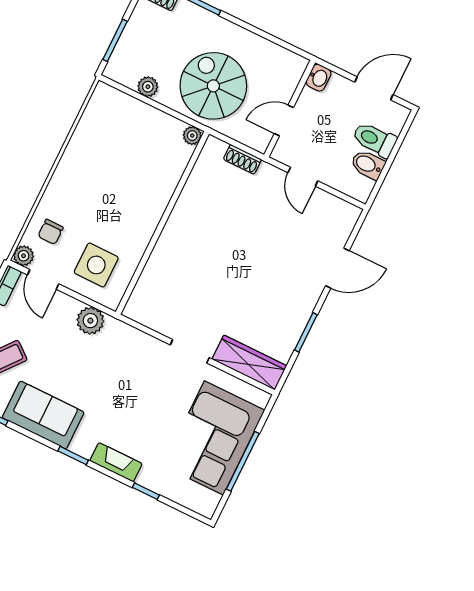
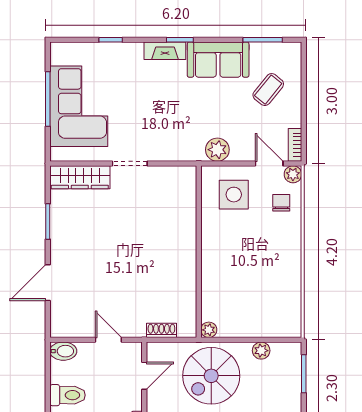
spiral stairs: (213, 86) -> (211, 376), turned 90
bidet: (368, 165) -> (63, 351), moved
fireplace: (116, 462) -> (165, 51), moved

